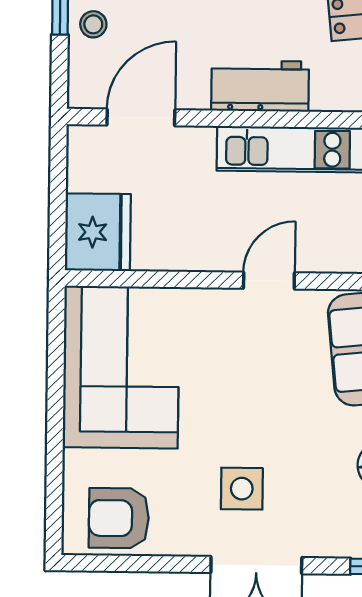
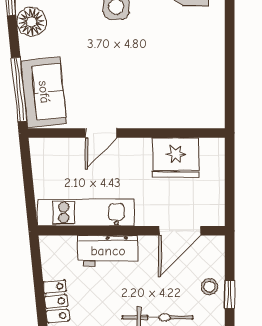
fridge: (98, 232) -> (176, 157), moved, turned -90
corner sofa: (121, 367) -> (190, 79), removed

